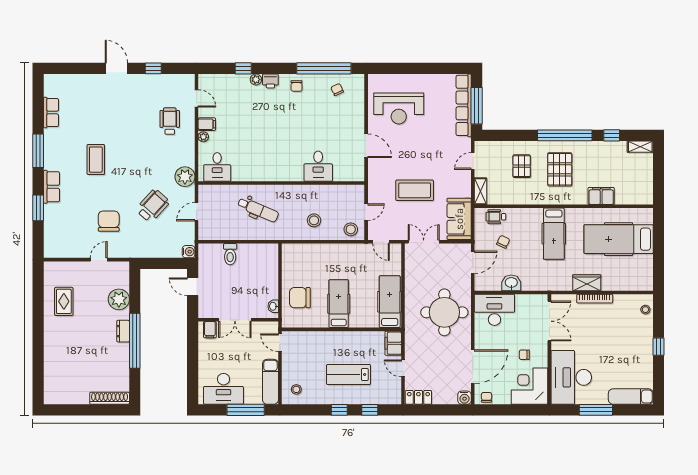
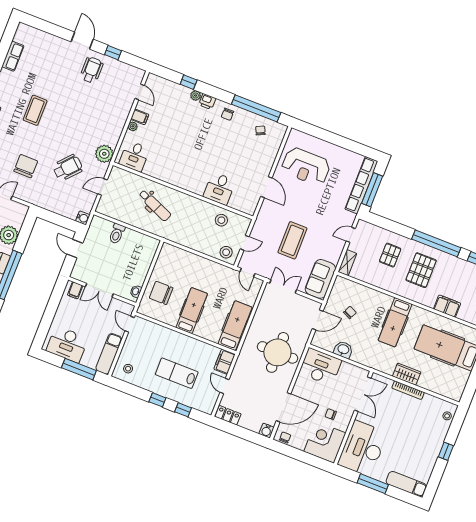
wheelchair: (170, 121) -> (92, 70), moved
coffee table: (415, 190) -> (292, 240), turned 90
wheelchair: (496, 217) -> (352, 289), removed
stool: (314, 220) -> (221, 220), moved

